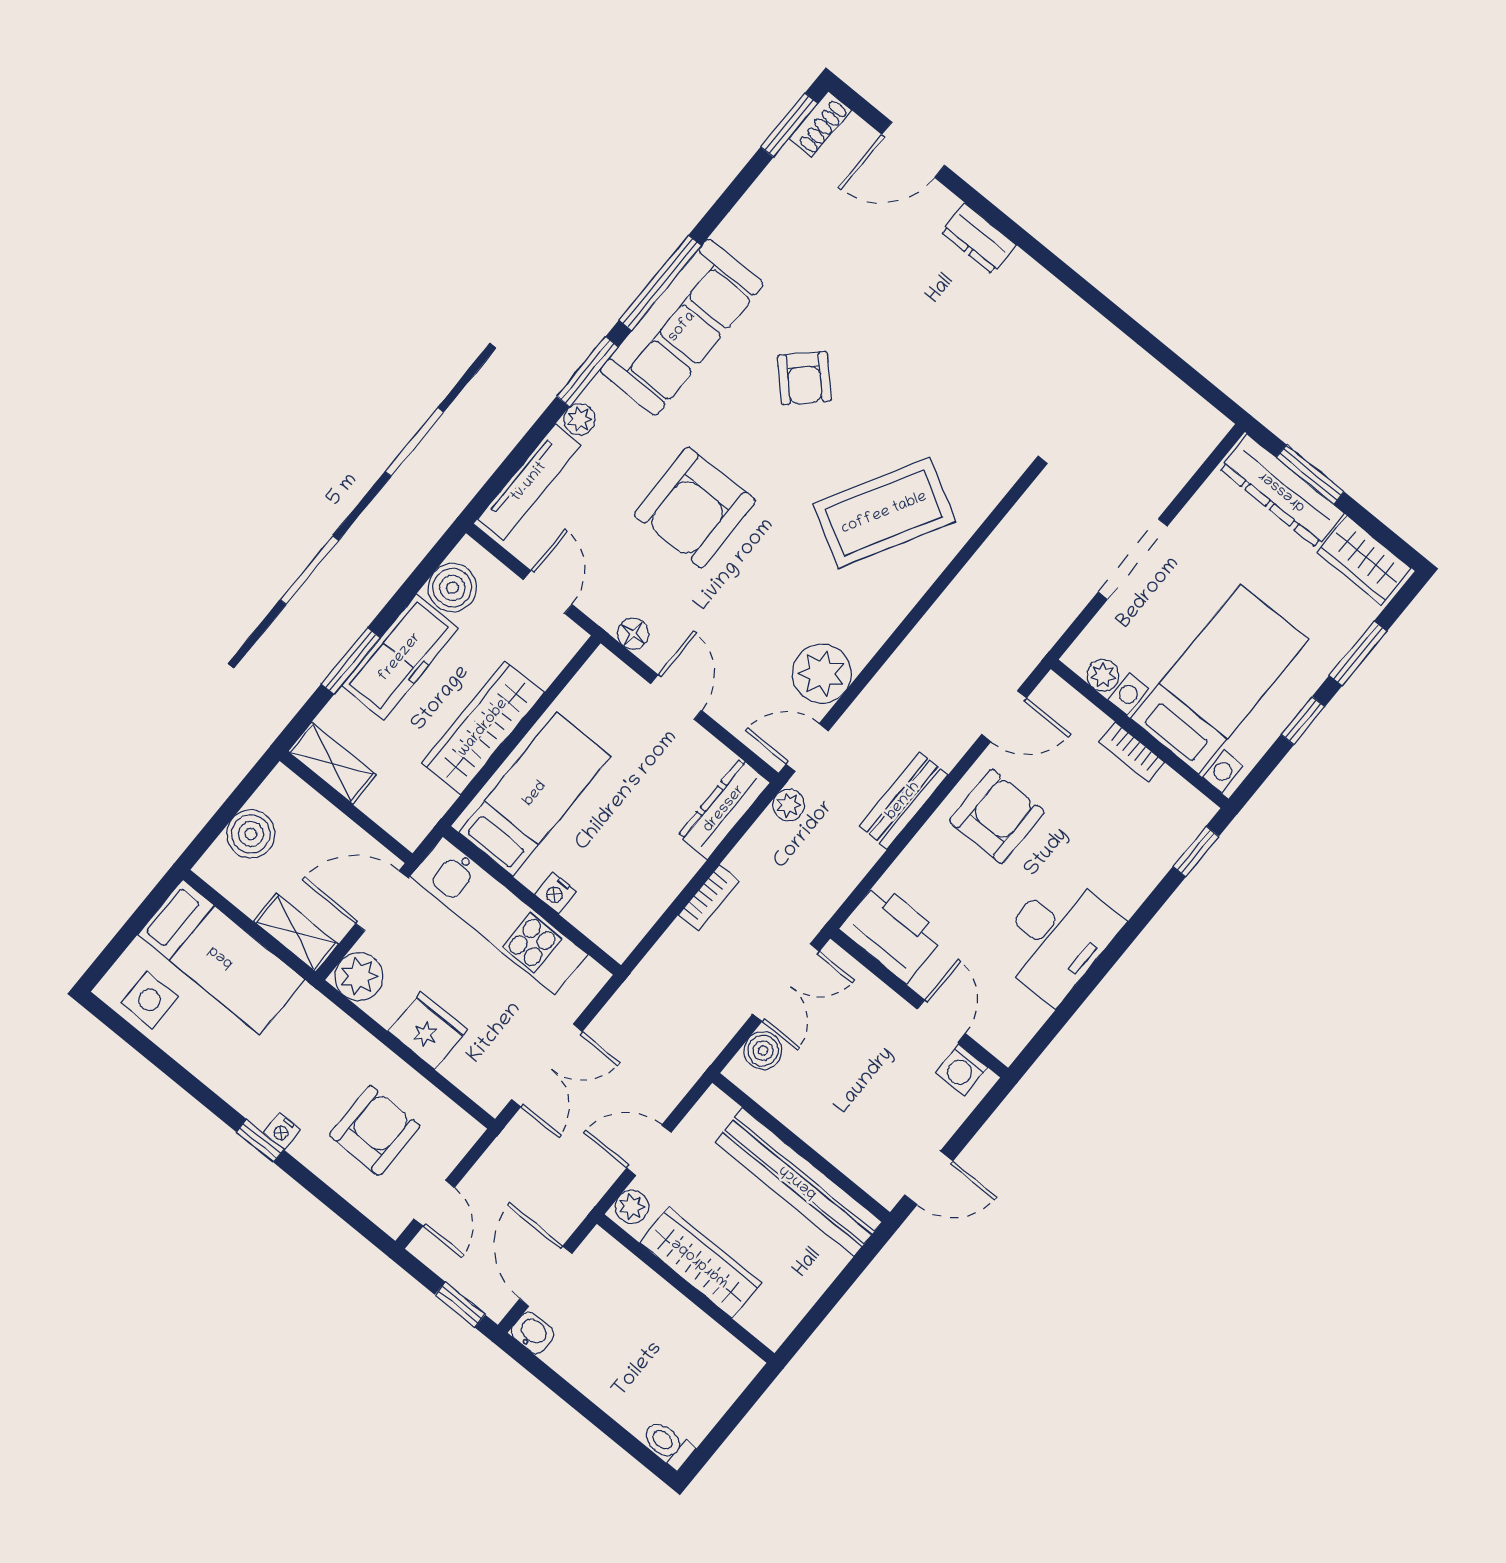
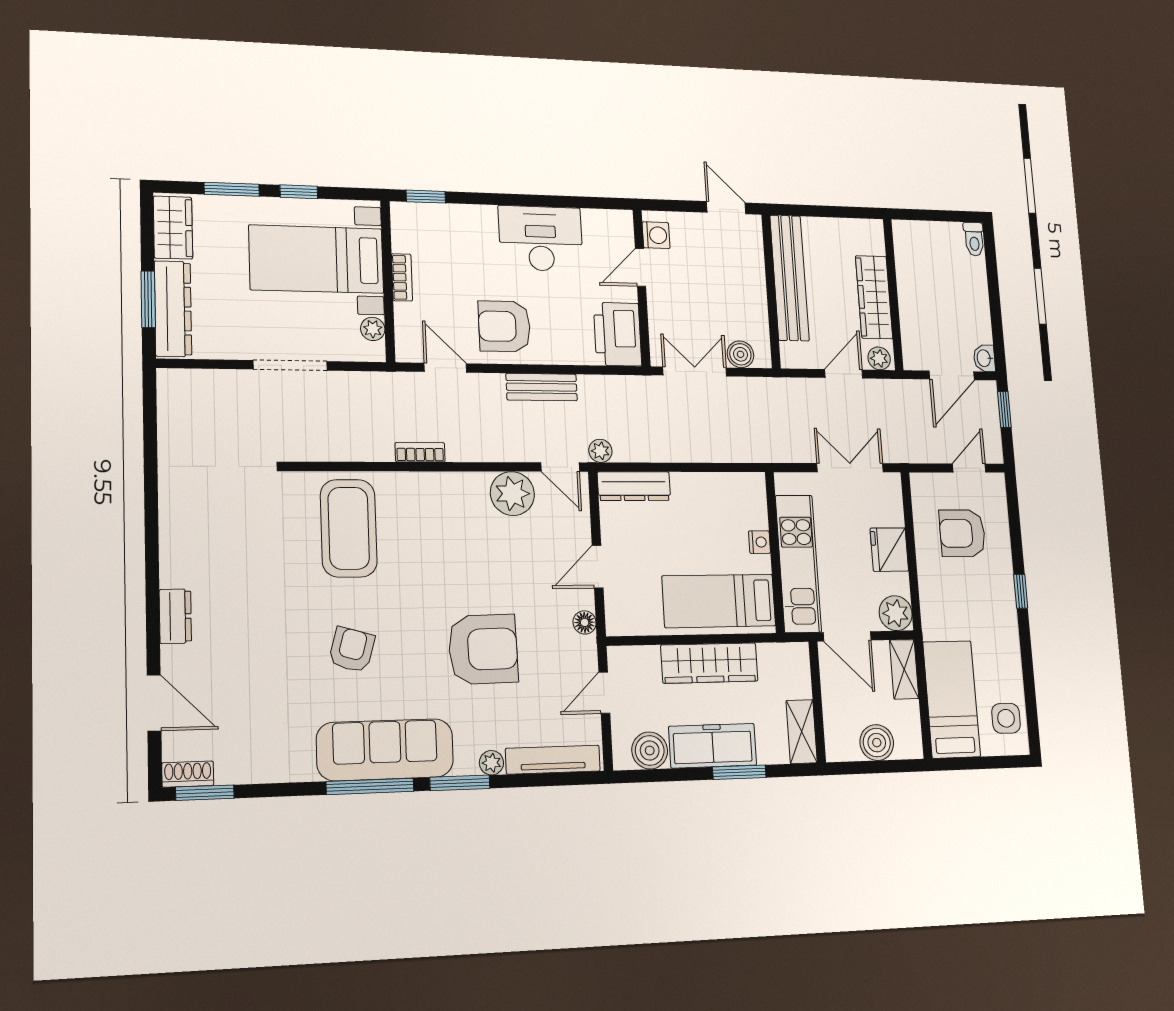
armchair: (804, 378) -> (352, 650), turned -30
coffee table: (884, 513) -> (349, 528), moved, turned 61
bookcase: (709, 898) -> (420, 452), moved
nightstand: (282, 1131) -> (1006, 584), removed
door: (649, 1150) -> (844, 374), swing flipped

